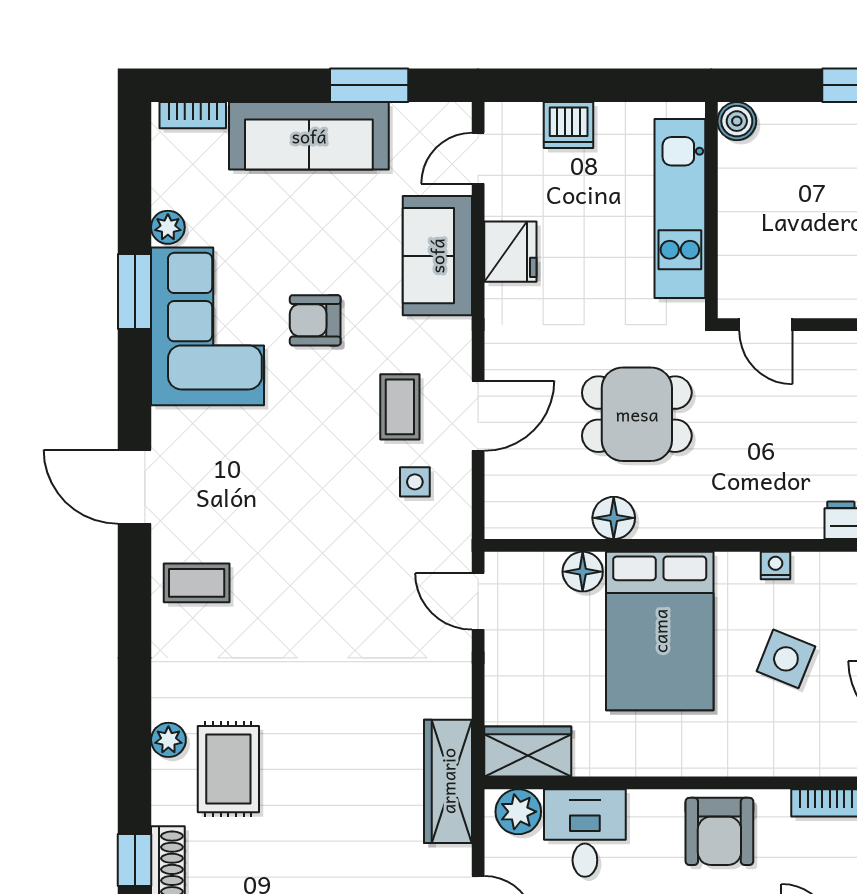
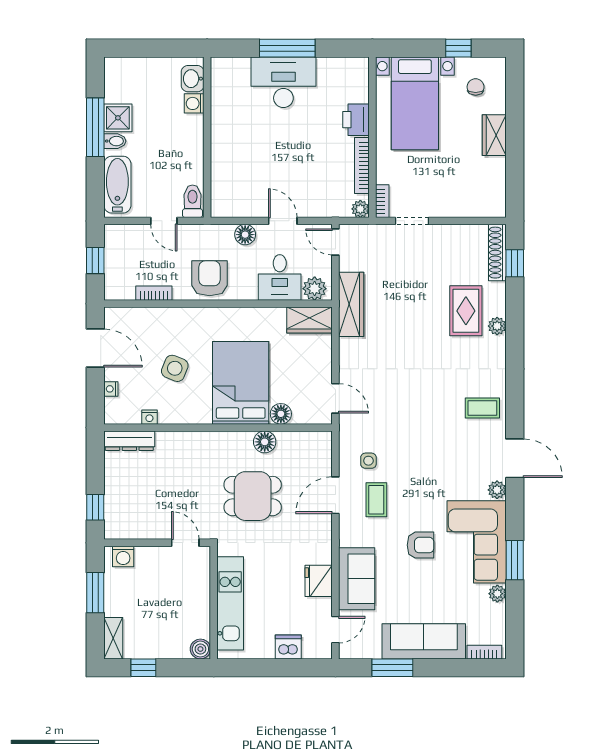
plant: (169, 426) -> (497, 490), added
nightstand: (776, 565) -> (149, 417), moved

